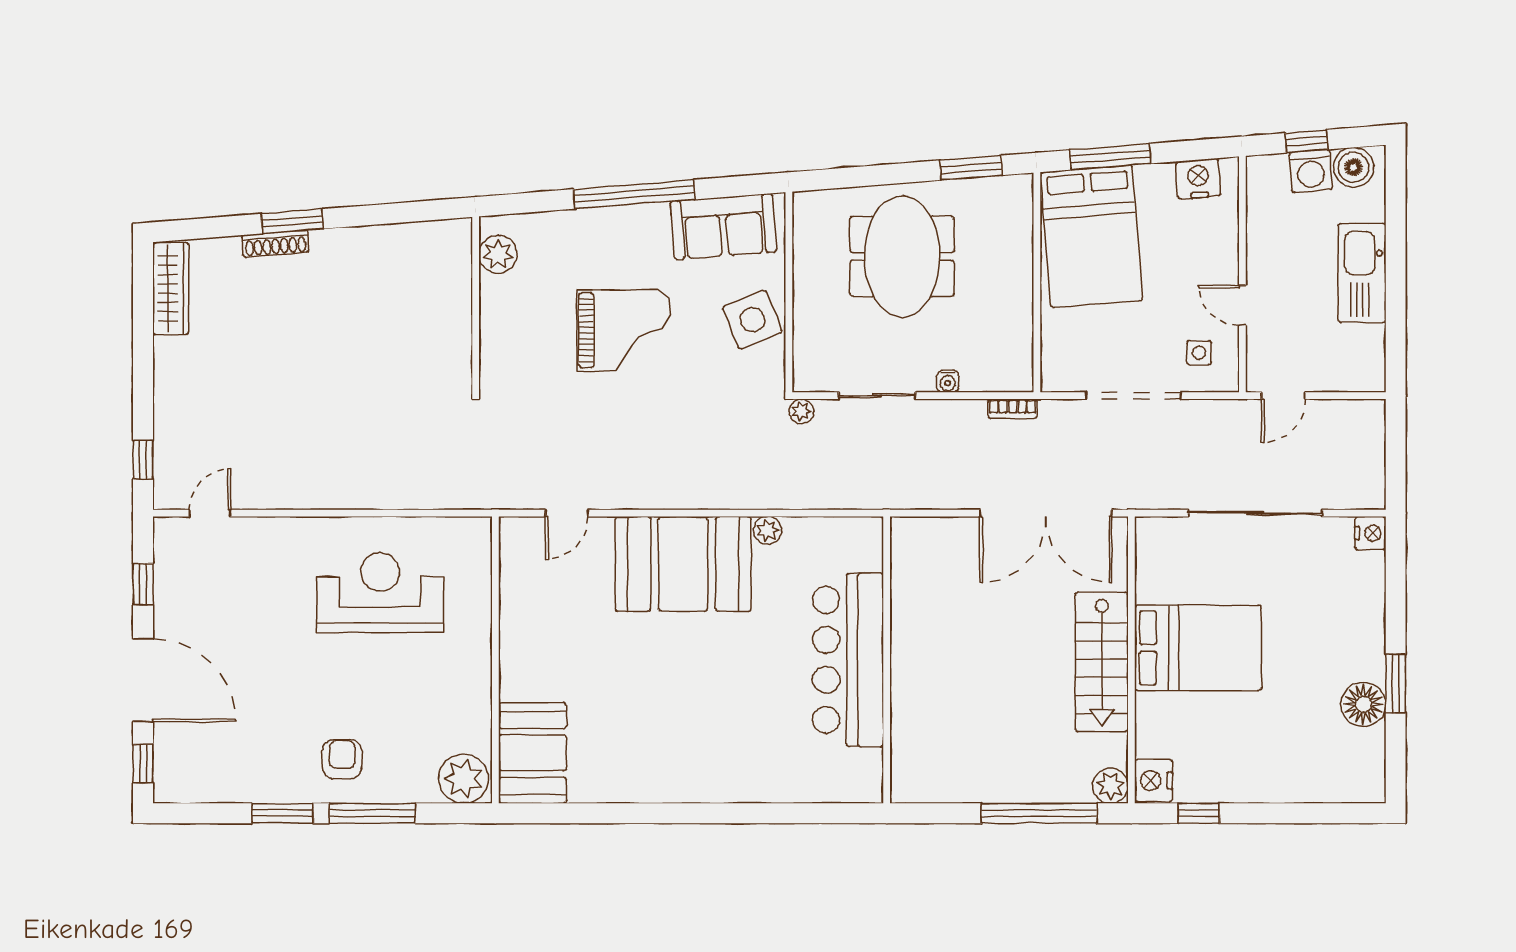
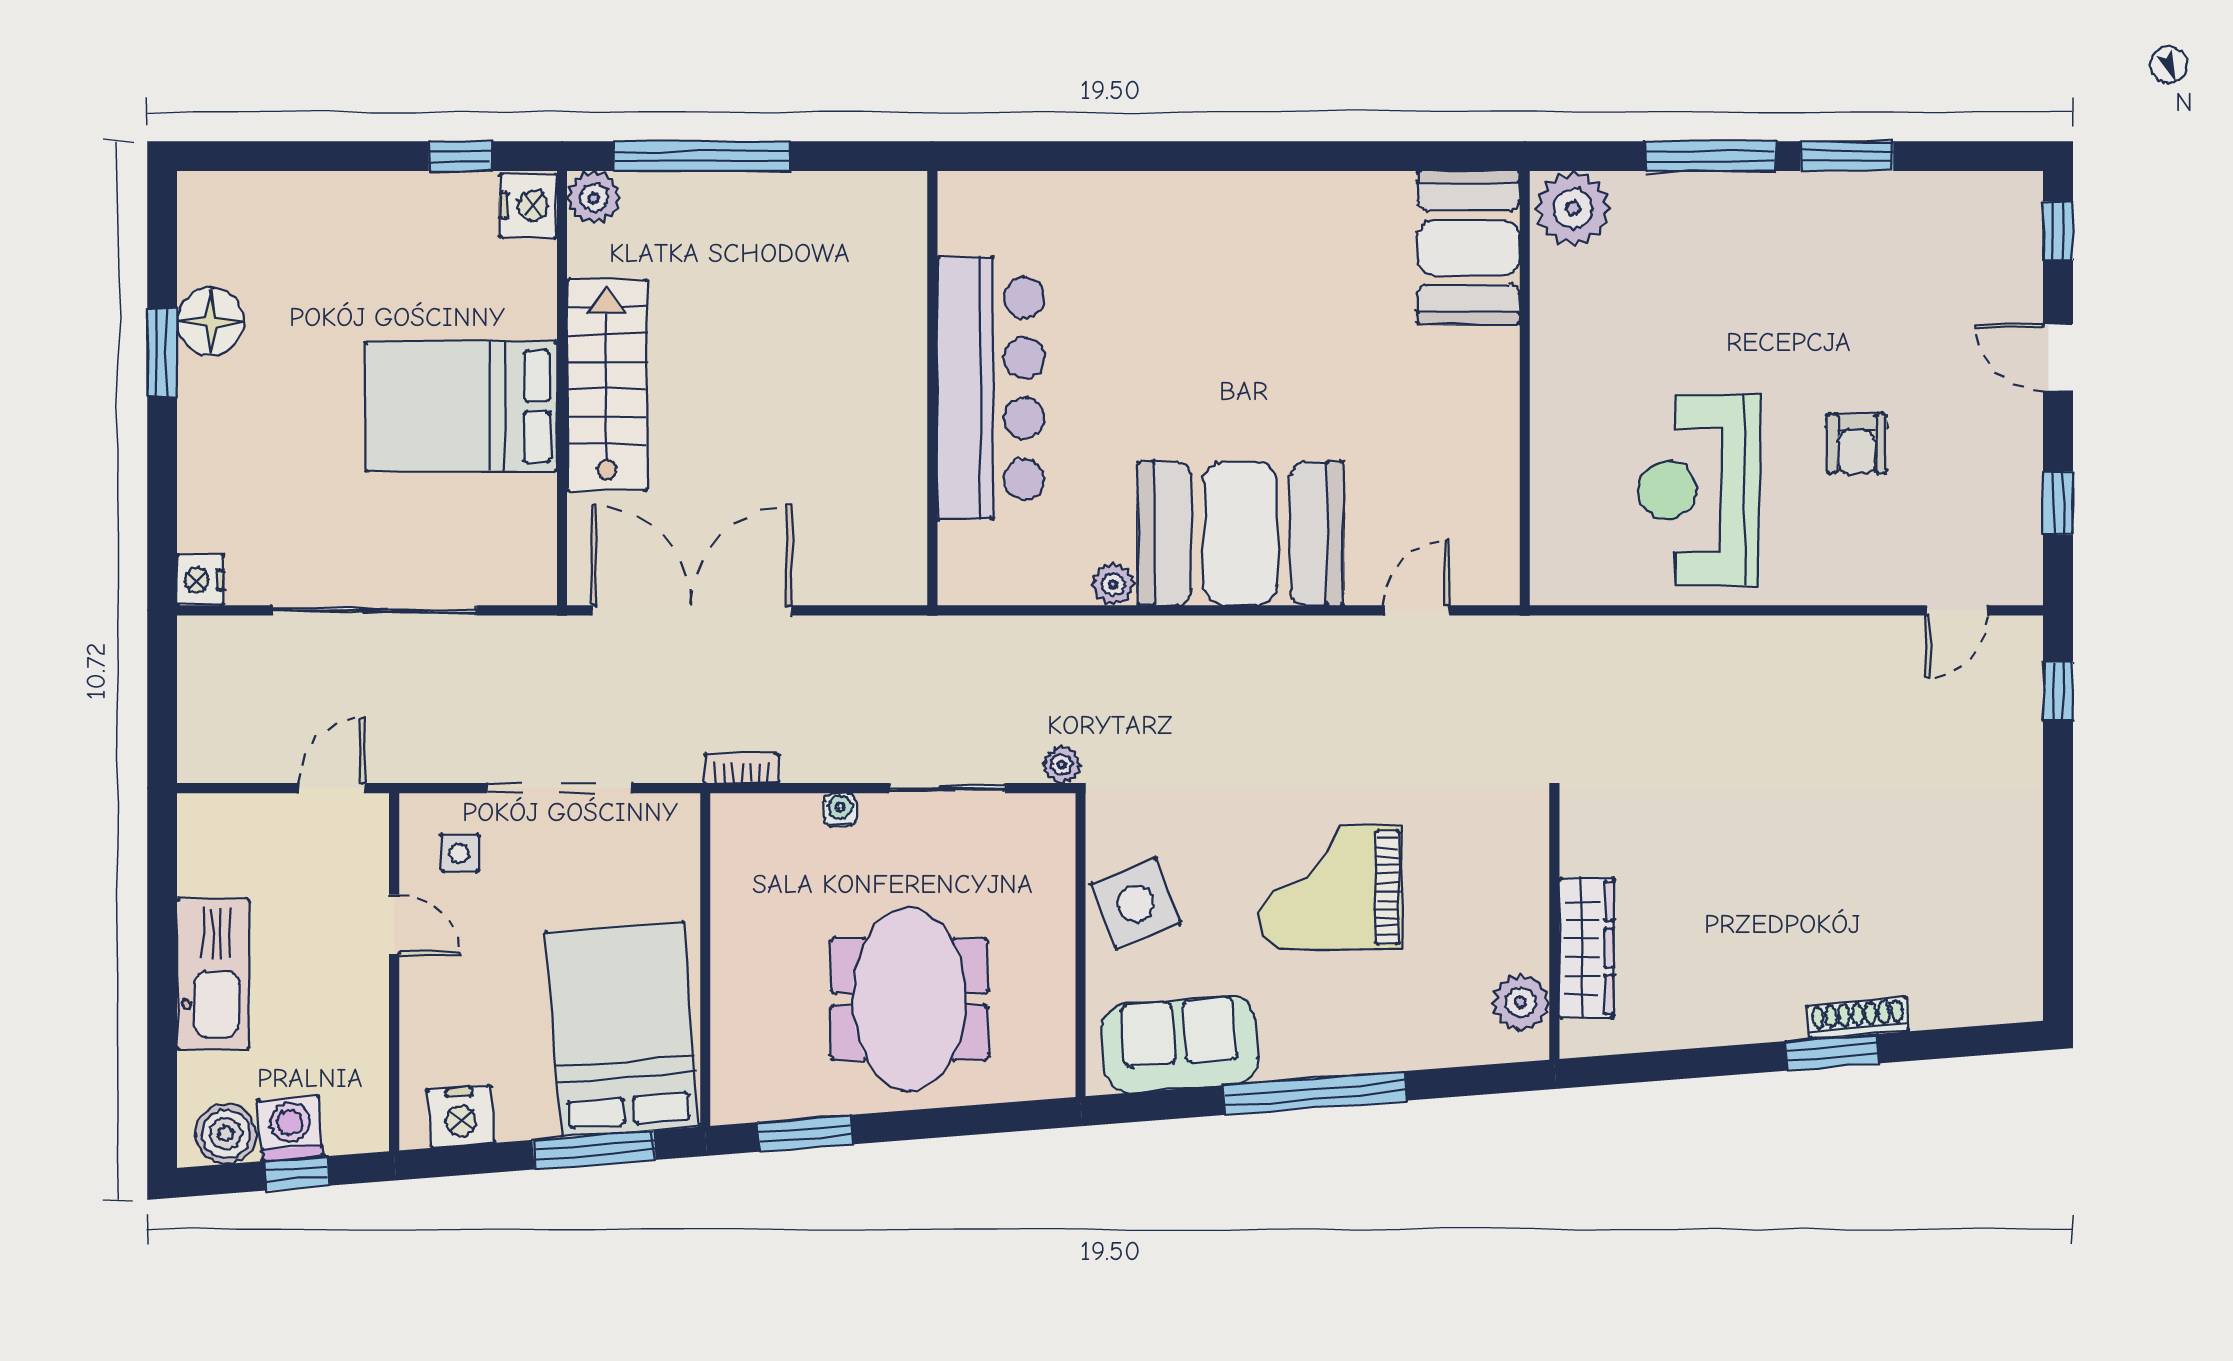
wardrobe: (171, 288) -> (1586, 948), moved, turned 180
reception desk: (380, 593) -> (1699, 490), turned 90
door: (143, 680) -> (2058, 357), width x0.53
armchair: (342, 759) -> (1857, 444), moved

